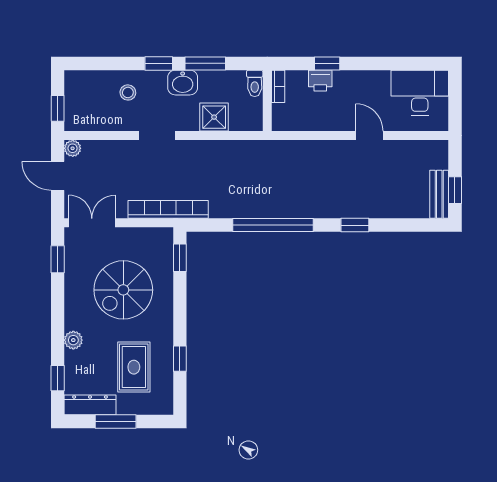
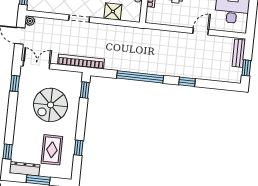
door: (369, 136) -> (201, 31), hinge flipped
bench: (439, 194) -> (239, 53), moved
plant: (73, 340) -> (19, 131), removed

